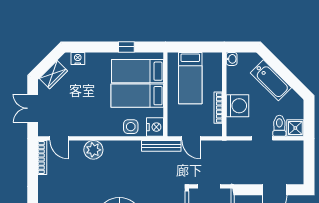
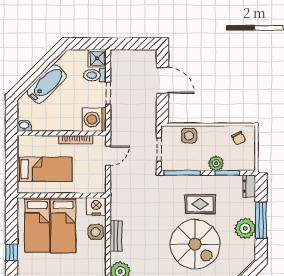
window: (126, 47) -> (12, 252), moved
washing machine: (237, 106) -> (94, 119), moved, turned -90
door: (191, 138) -> (108, 156), moved
bench: (161, 146) -> (116, 236), moved, width x0.73

